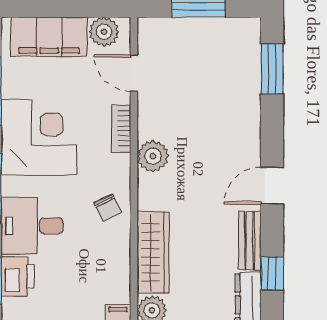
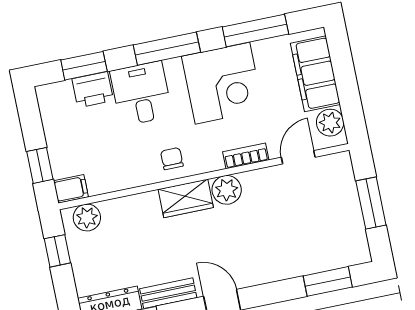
chair: (108, 207) -> (172, 159), turned 116
wardrobe: (153, 253) -> (186, 198), moved, width x0.67

